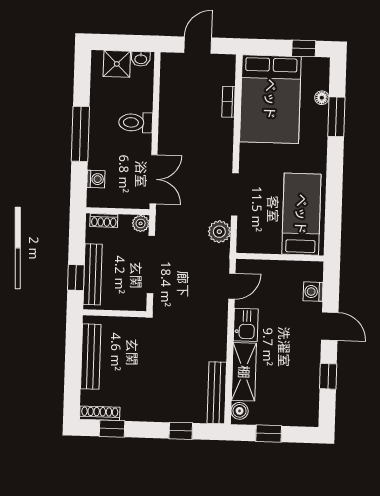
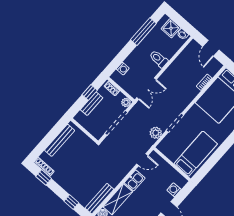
door: (198, 45) -> (211, 48), swing flipped
window: (80, 134) -> (143, 32), moved
bench: (93, 274) -> (92, 104), width x0.73
window: (76, 278) -> (90, 92), moved

